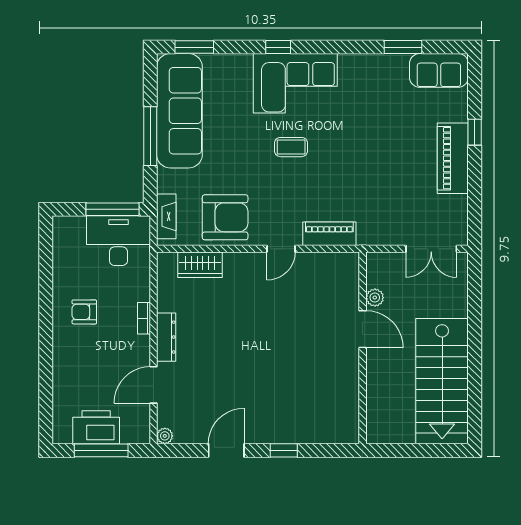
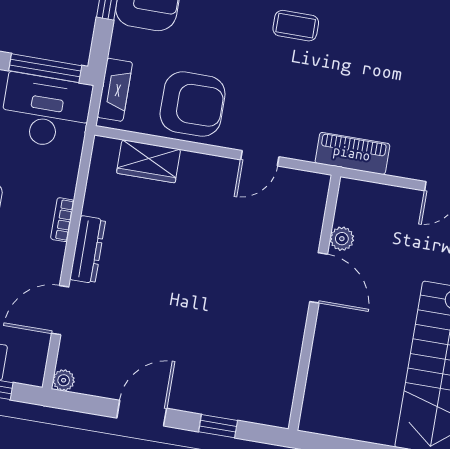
piano: (329, 234) -> (352, 153), moved
plant: (375, 298) -> (342, 239), moved
door: (363, 329) -> (319, 278), moved
wall: (363, 348) -> (314, 303), moved

